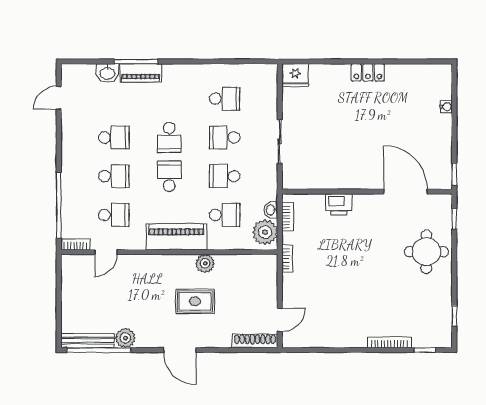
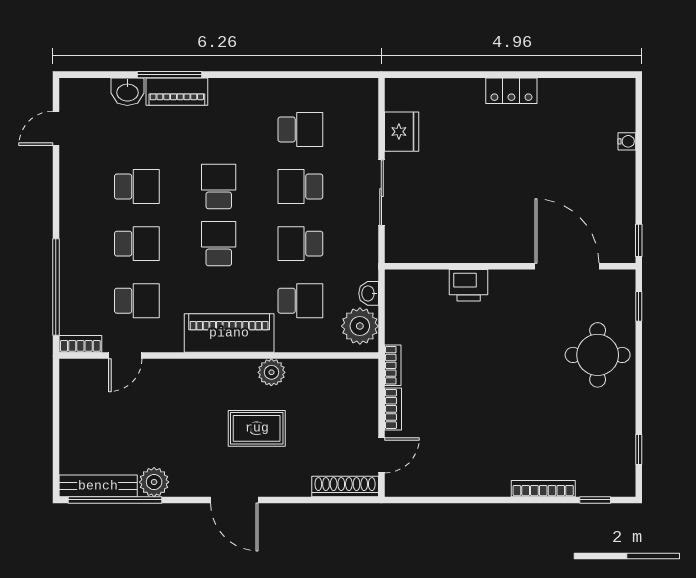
fridge: (295, 75) -> (402, 132), moved, turned -90
school desk: (169, 137) -> (219, 187), turned 180
bookcase: (288, 217) -> (393, 409), moved

